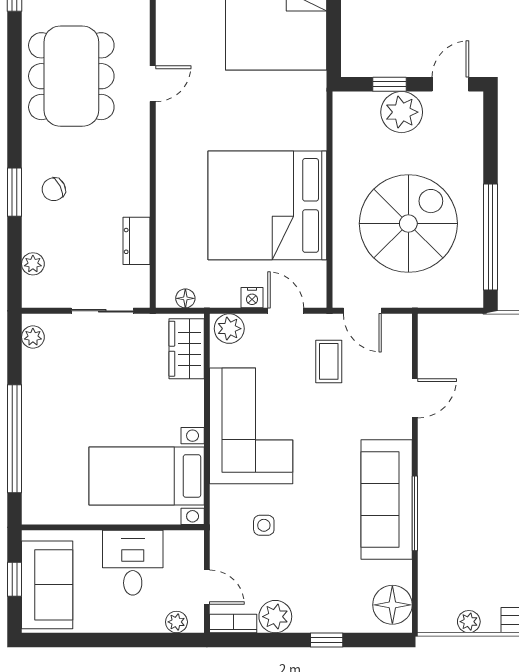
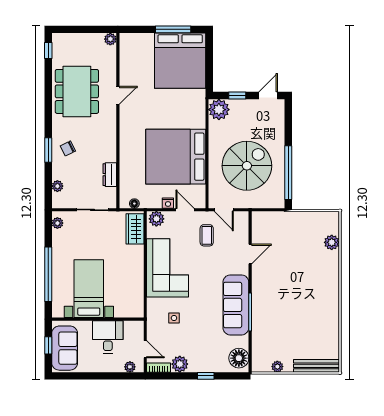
plant: (402, 112) -> (219, 110), moved
bed with nightstands: (147, 476) -> (89, 289), moved, turned 90

